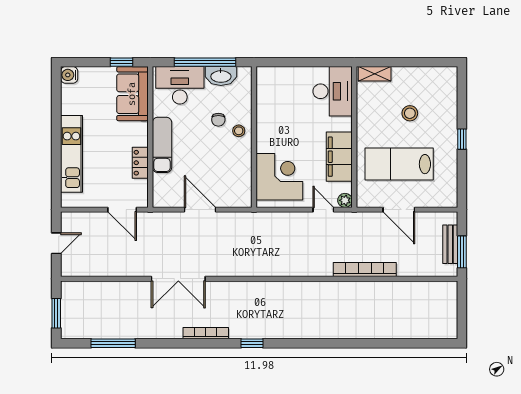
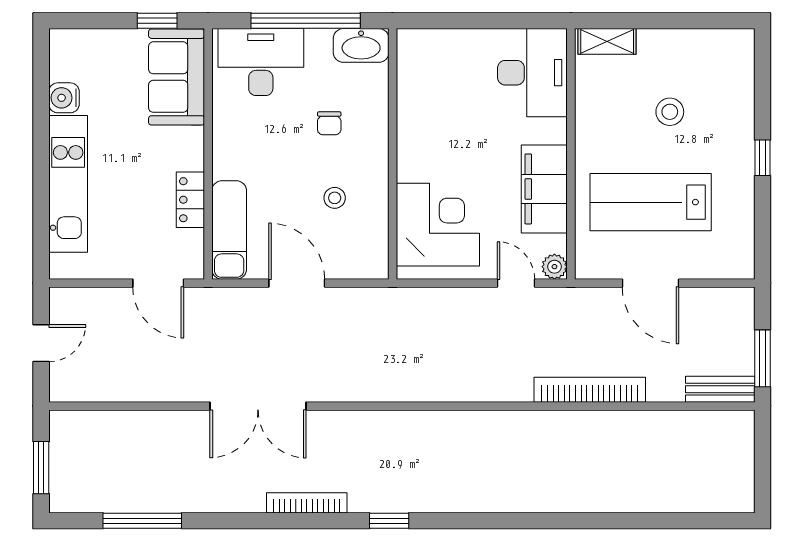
water cooler: (69, 75) -> (64, 98), moved
washbasin: (221, 76) -> (361, 45), moved
stool: (239, 131) -> (335, 198), moved
exam couch: (162, 145) -> (229, 230), moved
bench: (450, 244) -> (720, 389), moved, turned 90

